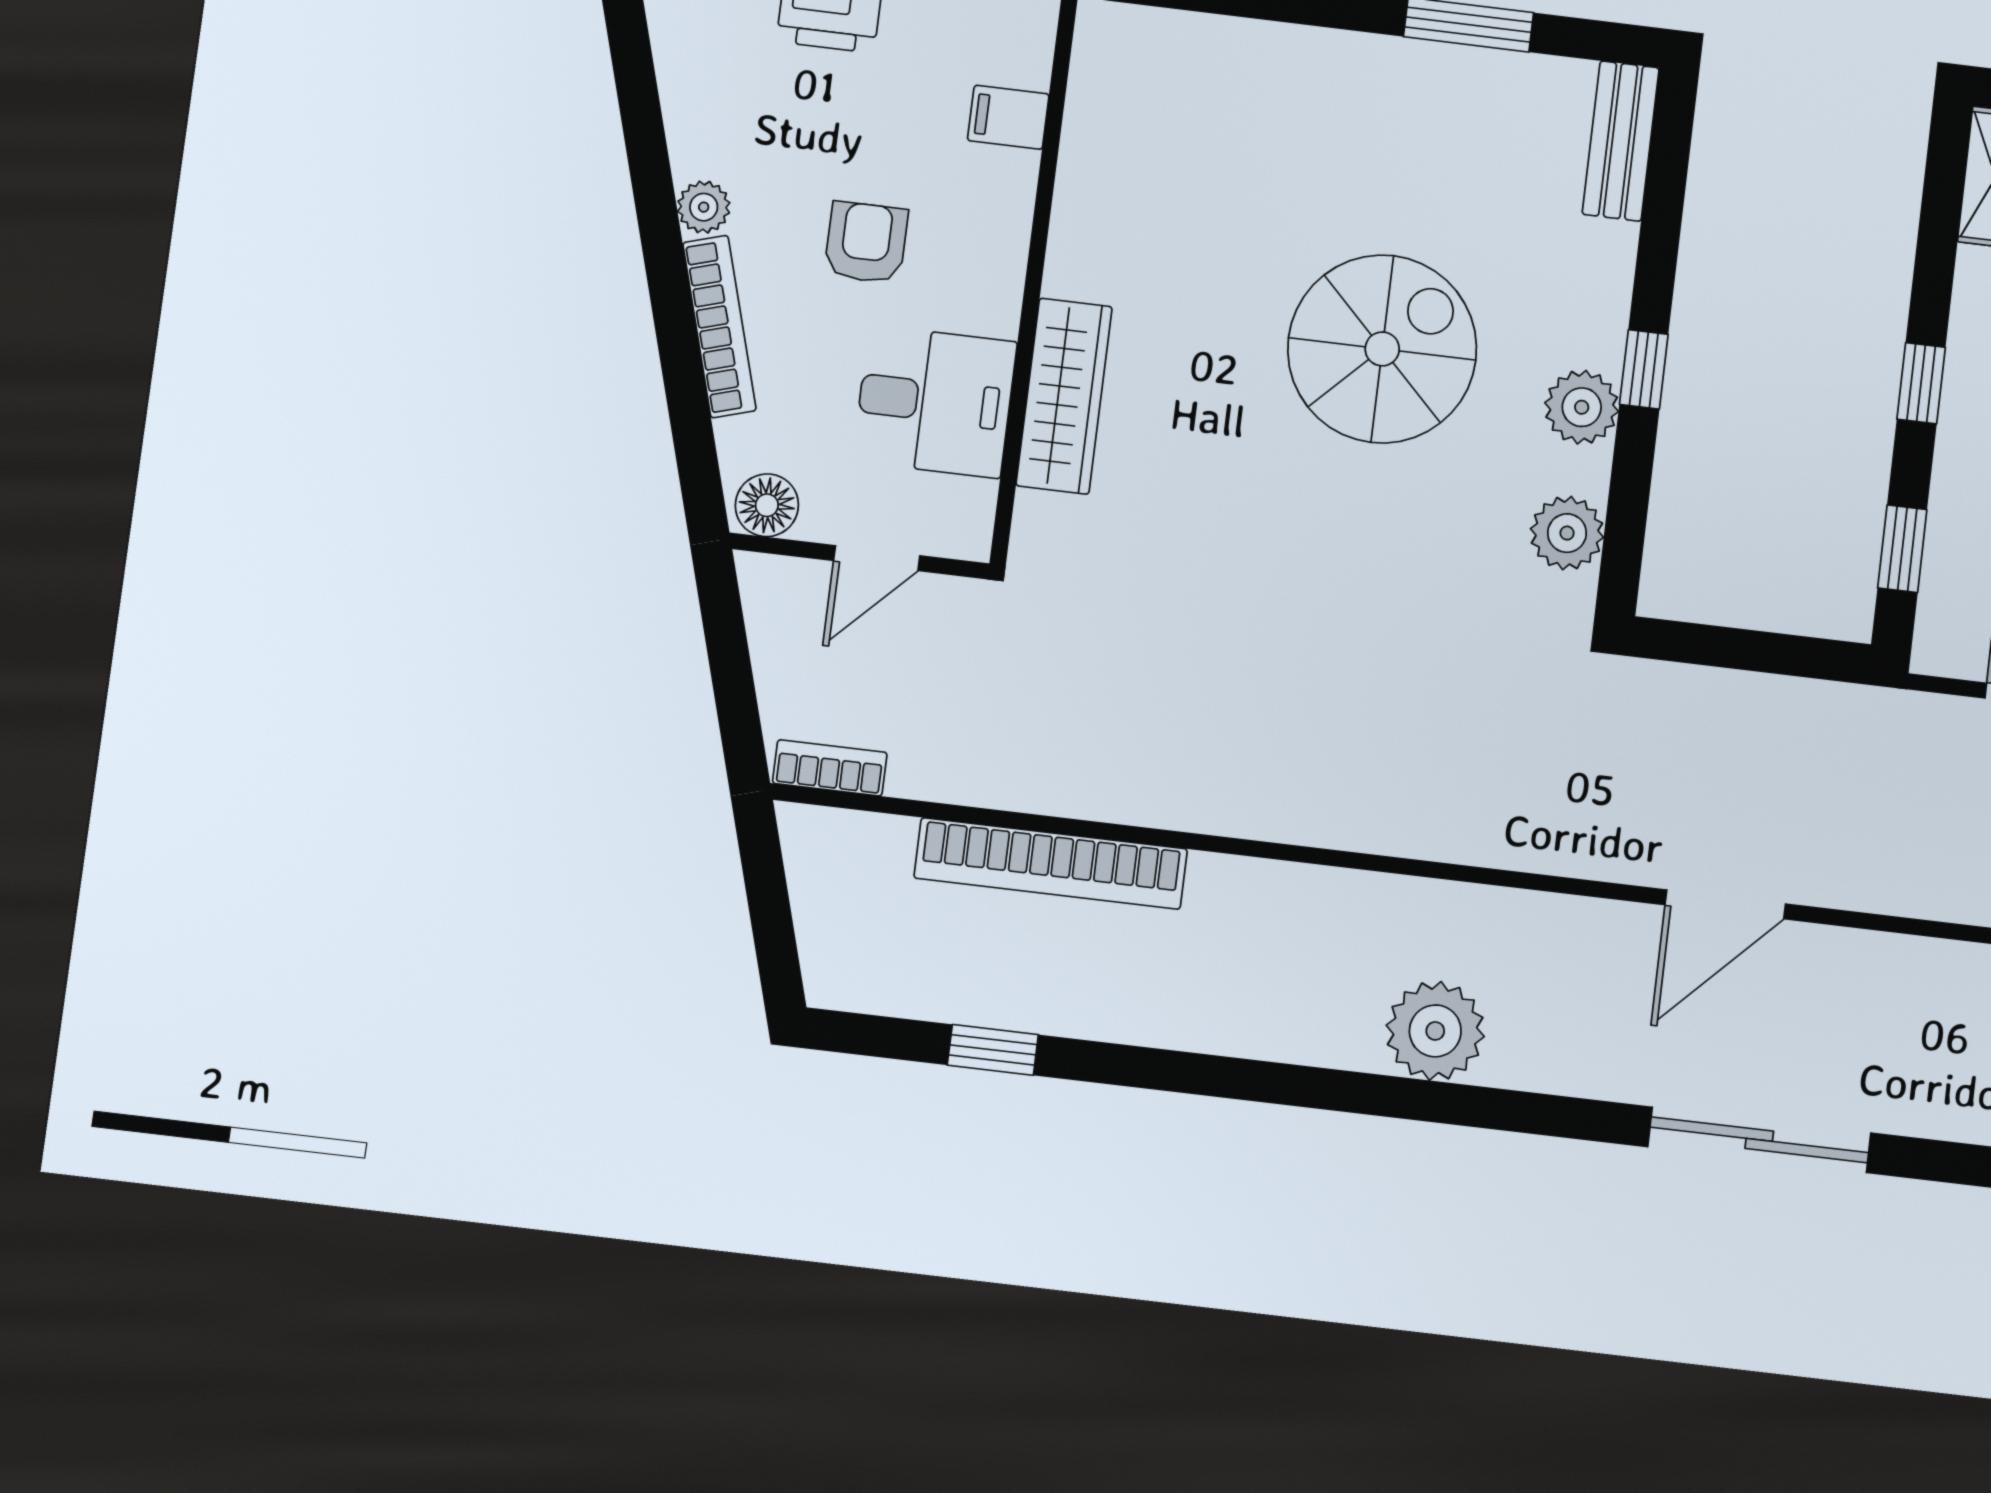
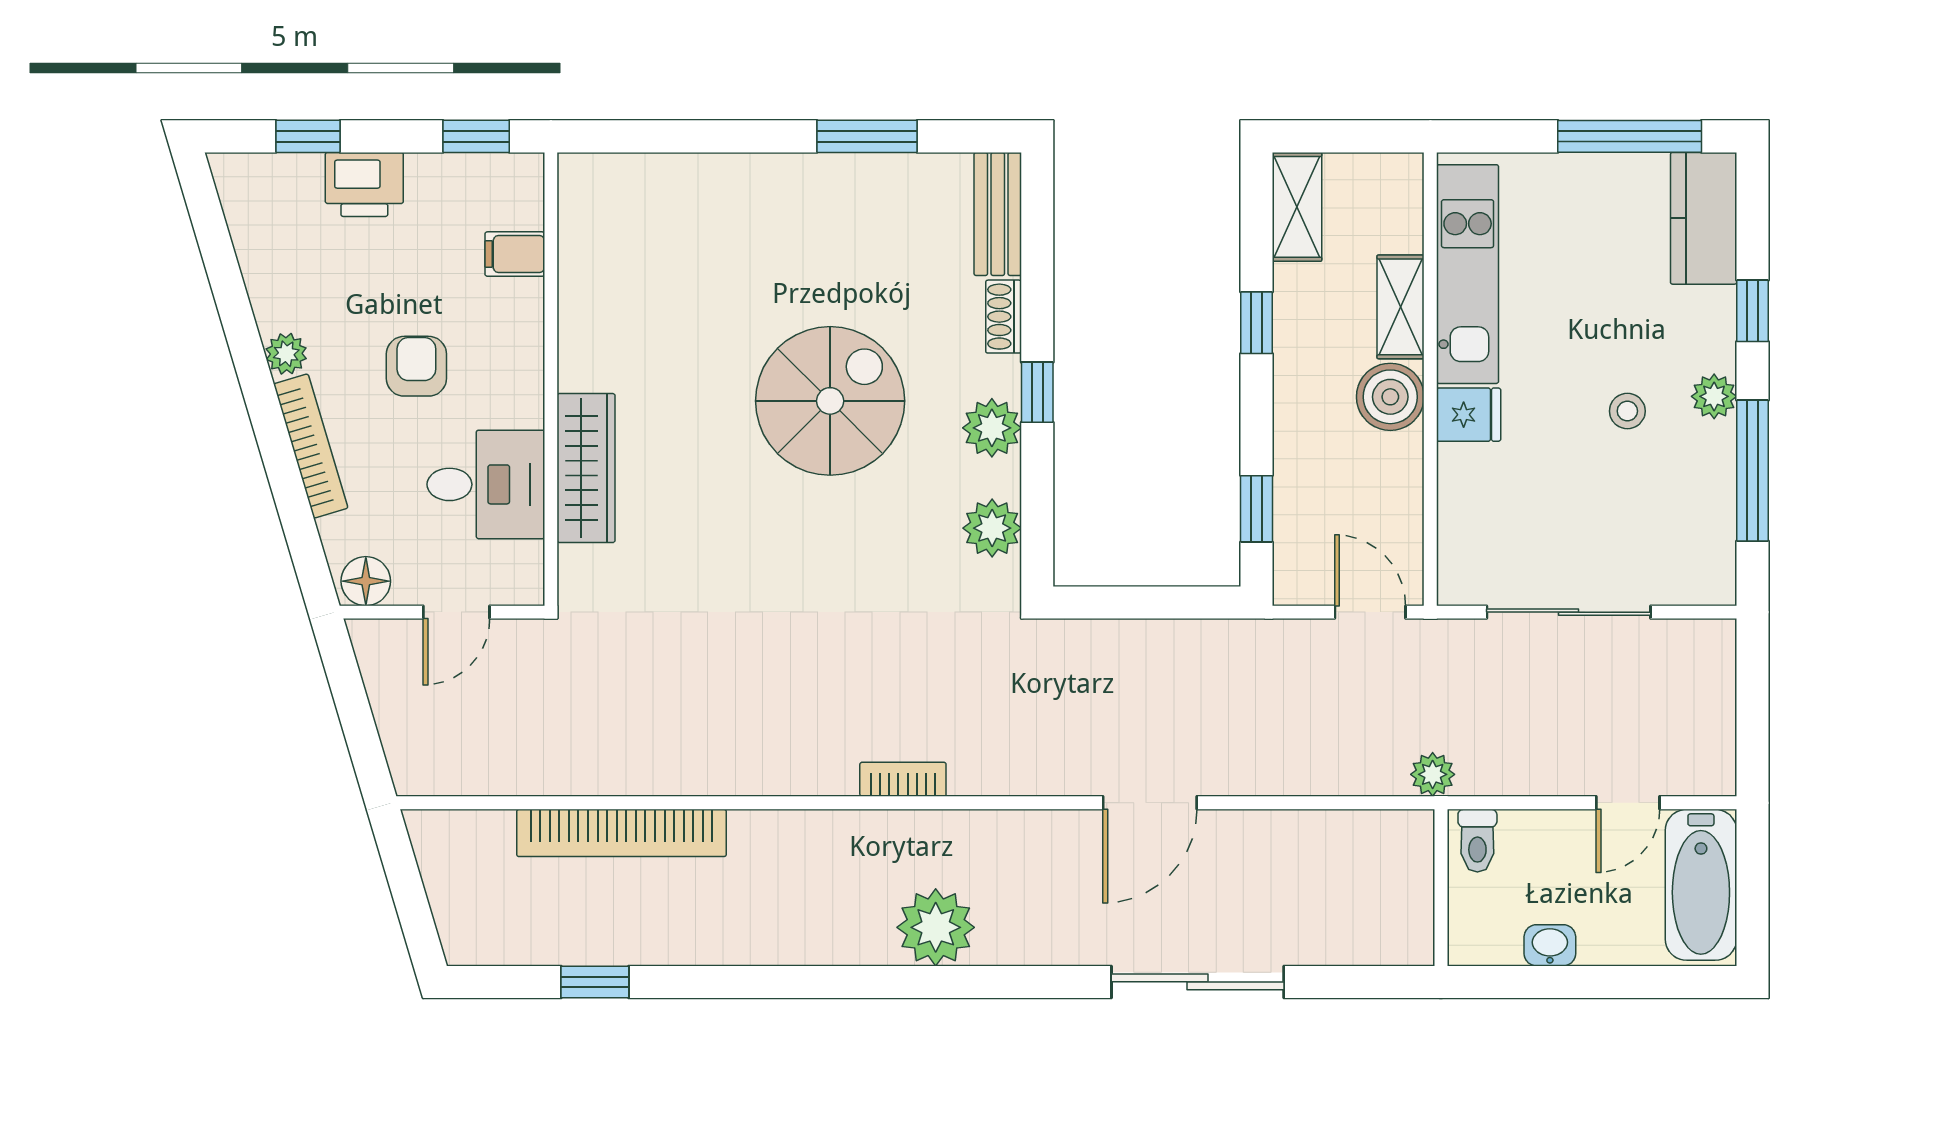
shoe rack: (1613, 270) -> (1004, 317), added
window: (1921, 383) -> (1257, 323), moved
bookcase: (830, 768) -> (903, 779), moved

